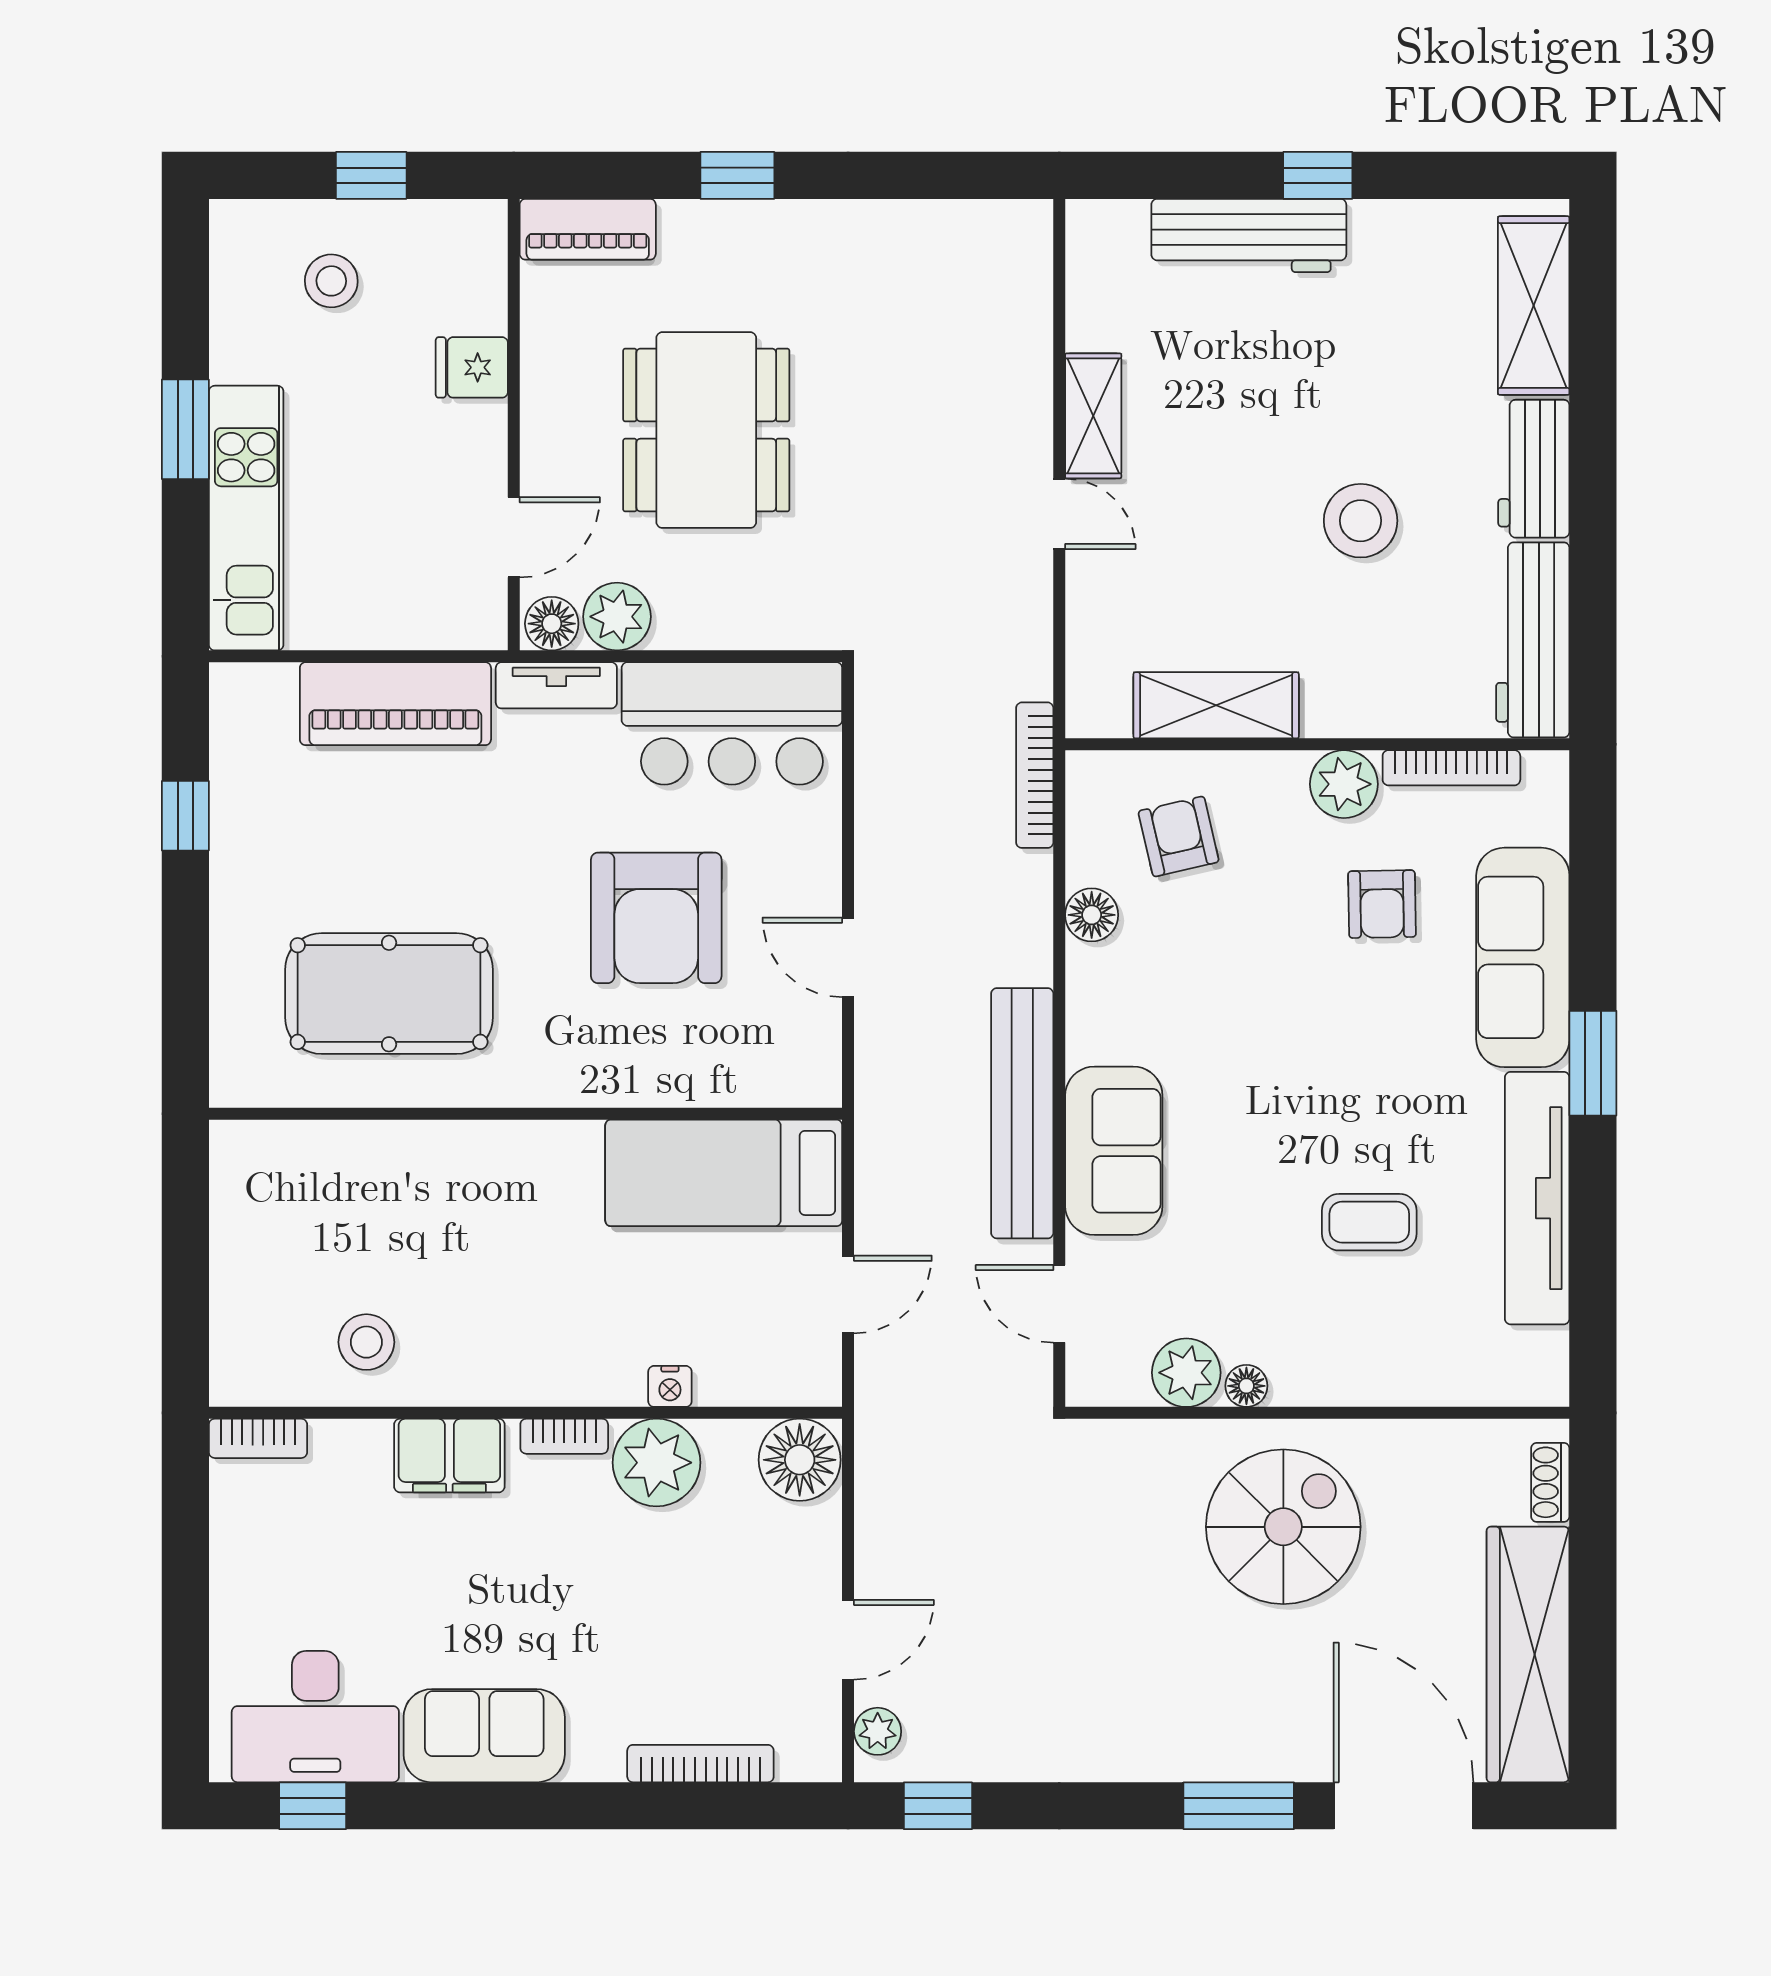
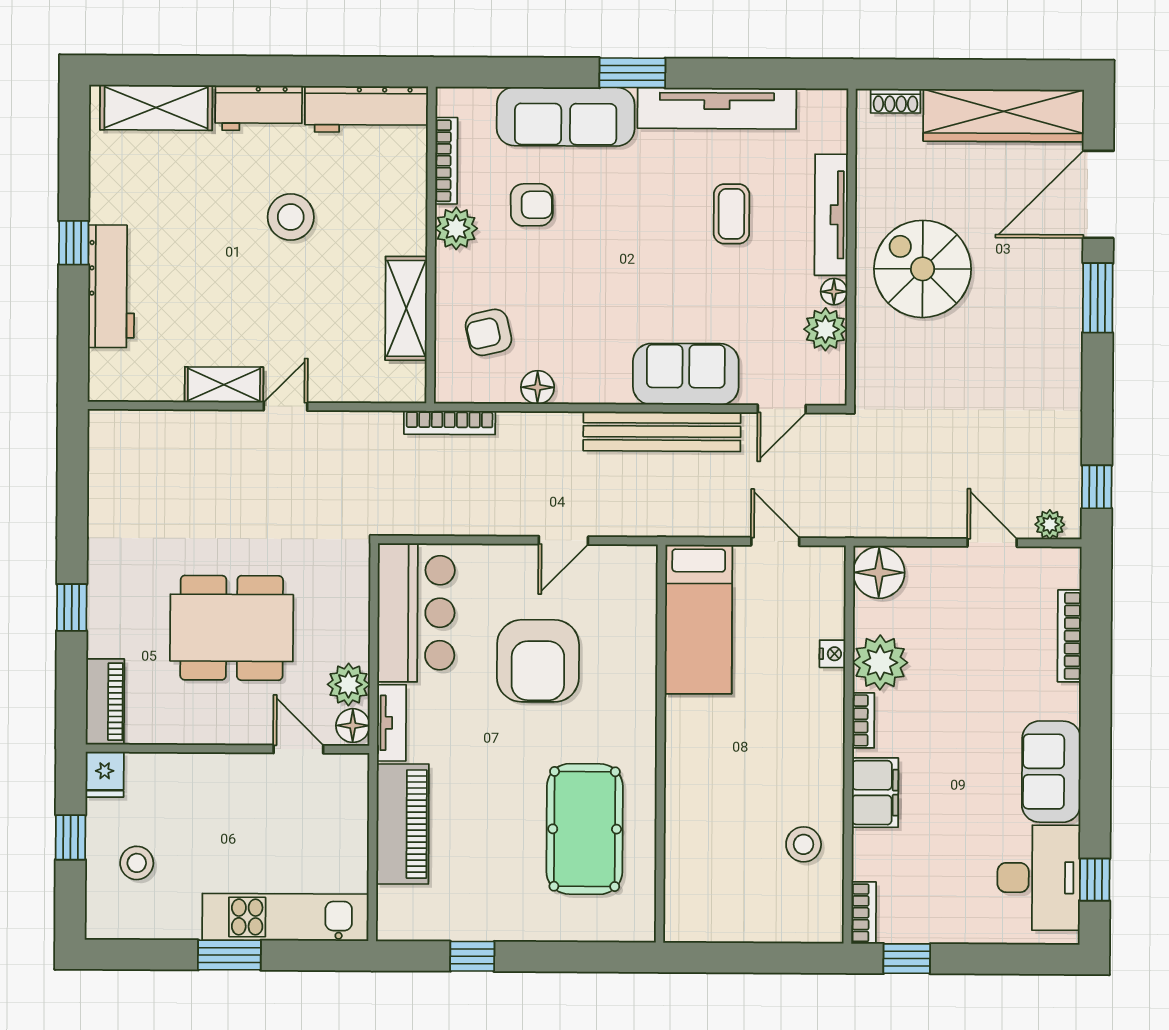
fridge: (472, 367) -> (105, 774), moved
armchair: (656, 918) -> (538, 661), turned 90
tv unit: (1369, 1381) -> (831, 215), added
window: (185, 1507) -> (907, 959), added

